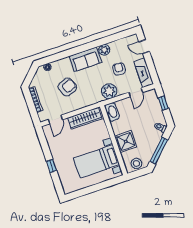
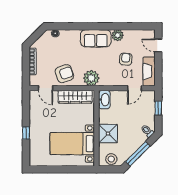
armchair: (67, 87) -> (64, 74), moved
plant: (109, 91) -> (91, 78), moved
door: (55, 120) -> (45, 88), hinge flipped

